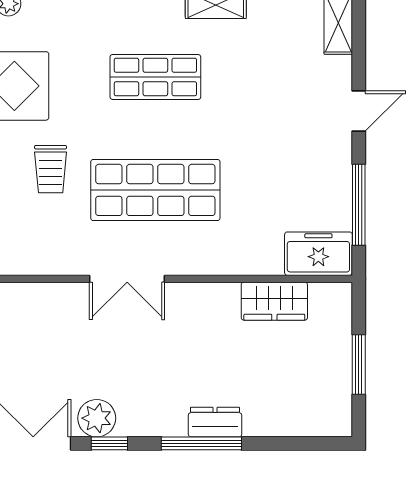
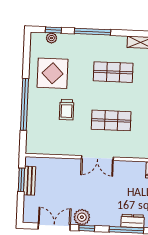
shop shelf: (155, 190) -> (111, 120), width x0.70, depth x0.74

